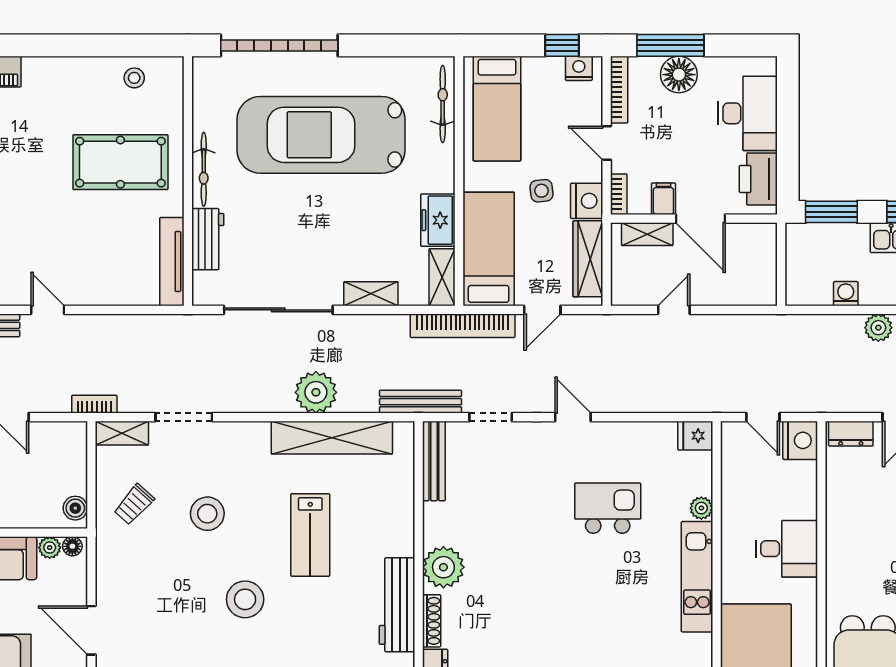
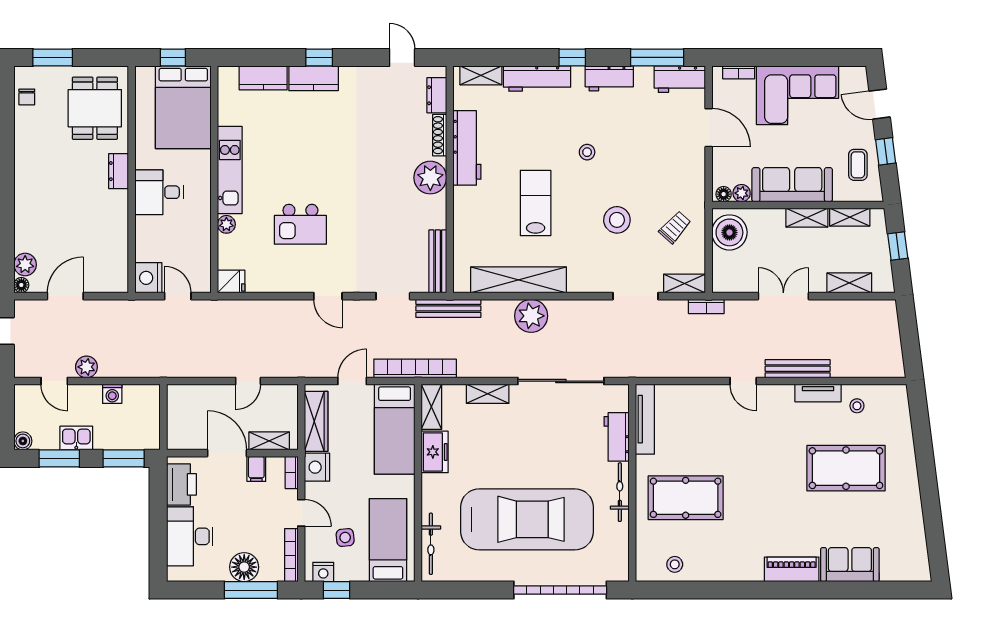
side table: (541, 191) -> (345, 537), moved
dresser: (851, 434) -> (119, 171), moved, turned -90
boiler: (75, 508) -> (729, 232), width x1.86, depth x1.86
stool: (245, 599) -> (587, 152), width x0.53, depth x0.53

